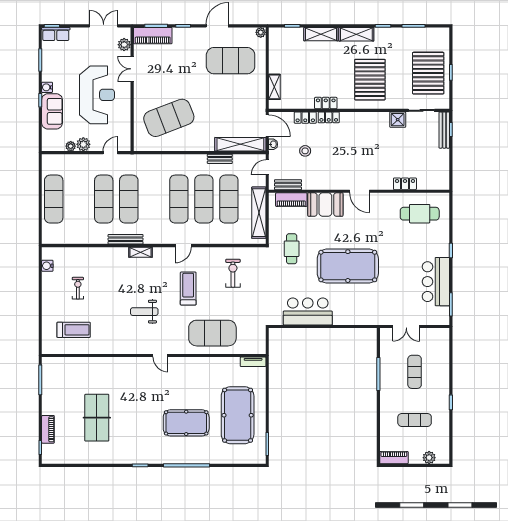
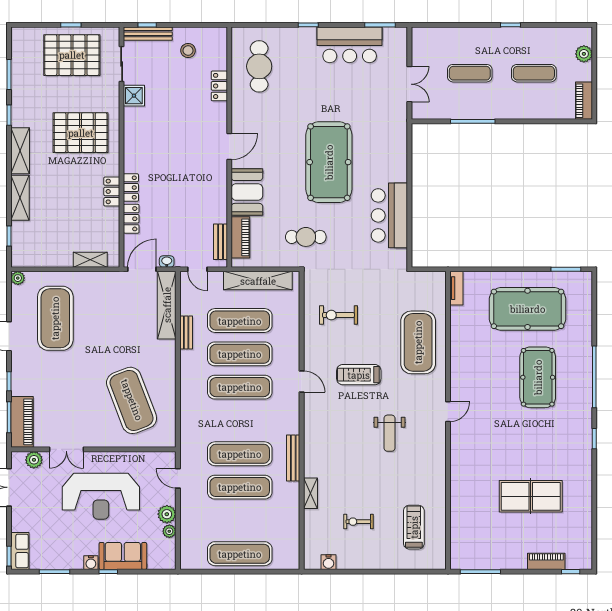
reception desk: (97, 95) -> (101, 496), turned 180
stool: (305, 151) -> (188, 51), moved
shelving: (141, 252) -> (311, 493), moved
exercise mat: (415, 420) -> (534, 73), turned 90

